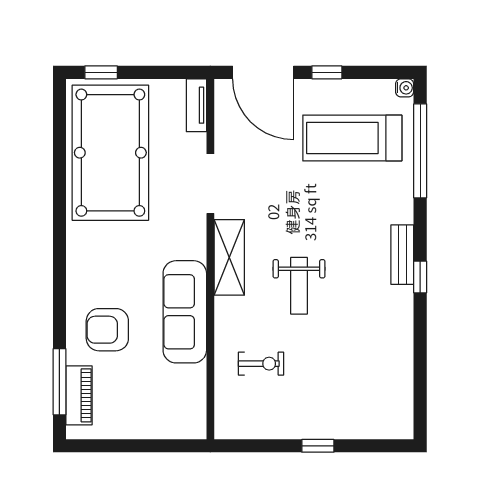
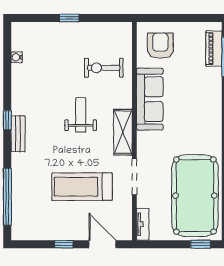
door: (263, 72) -> (102, 244), width x0.73
water cooler: (405, 88) -> (17, 57), moved
treadmill: (352, 138) -> (82, 187), moved, turned 180
armchair: (107, 330) -> (160, 46), moved, turned -90
exercise bike: (261, 364) -> (104, 68), width x1.38, depth x1.39

